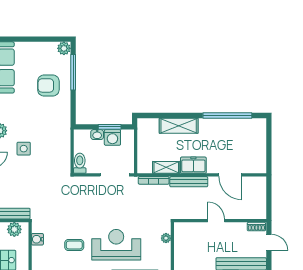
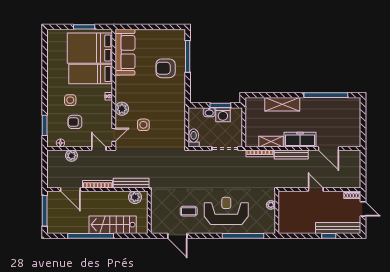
plant: (64, 48) -> (179, 35), removed
freezer: (193, 165) -> (300, 140), width x1.40
water cooler: (37, 239) -> (156, 206), removed

